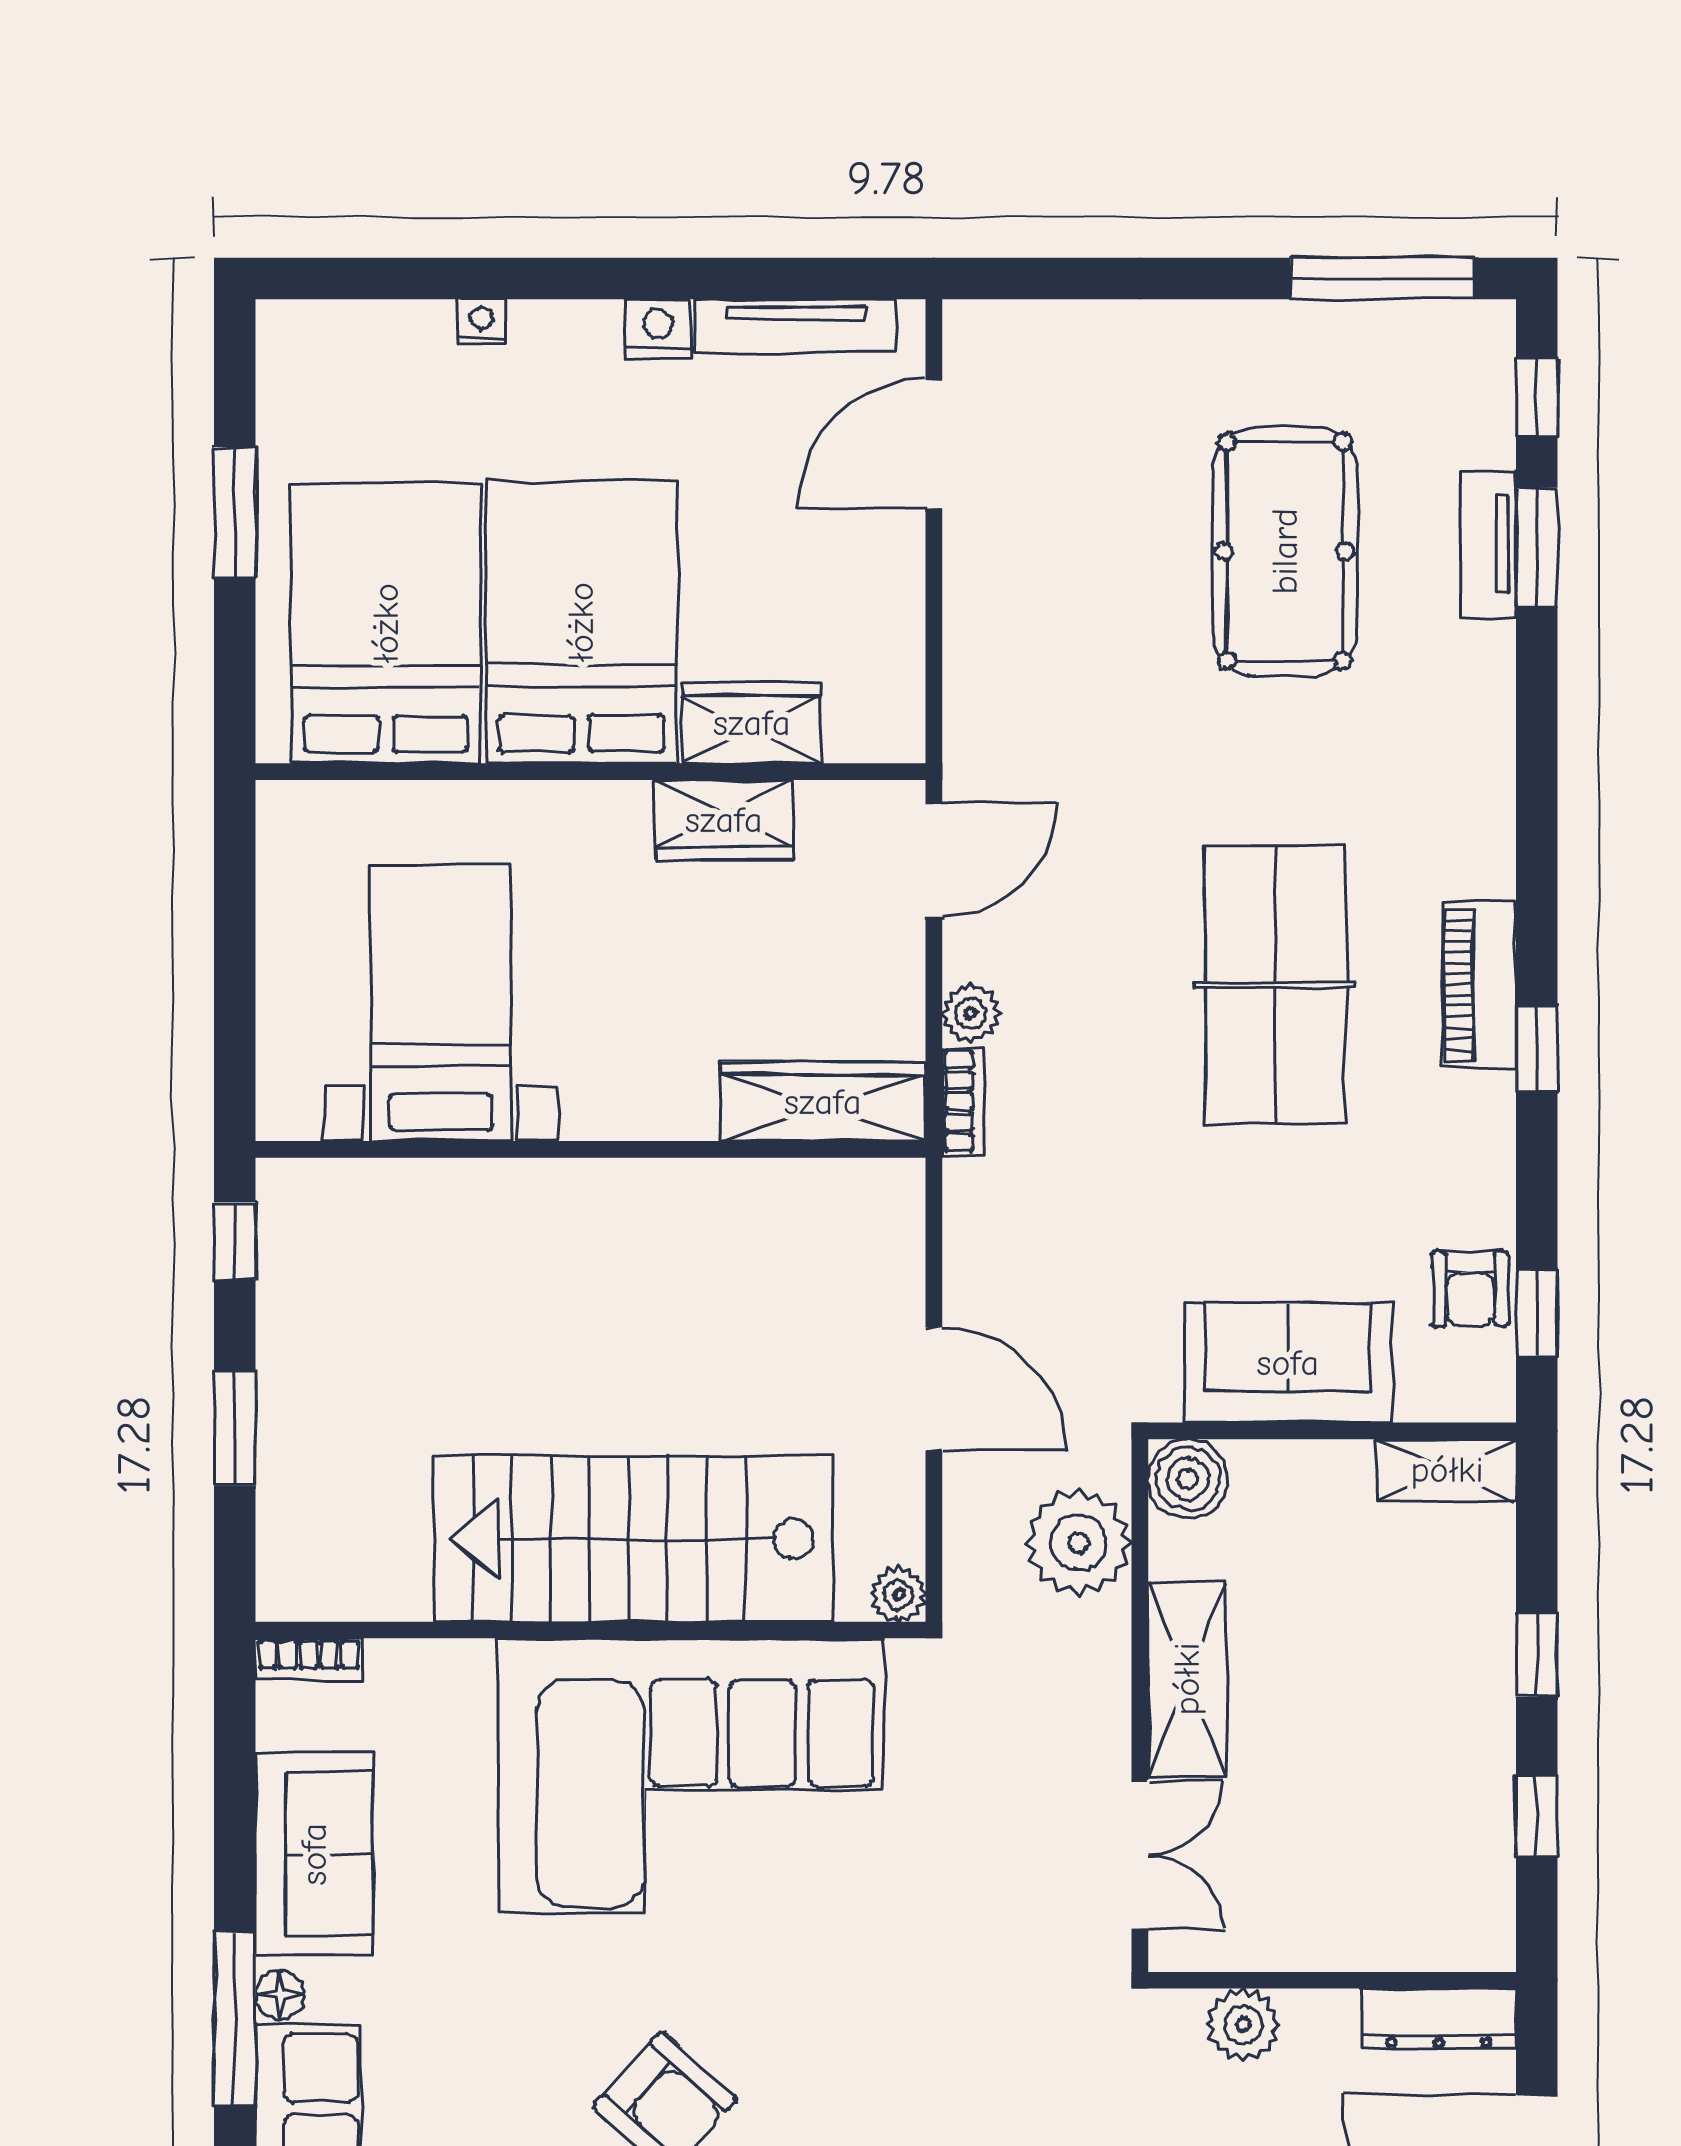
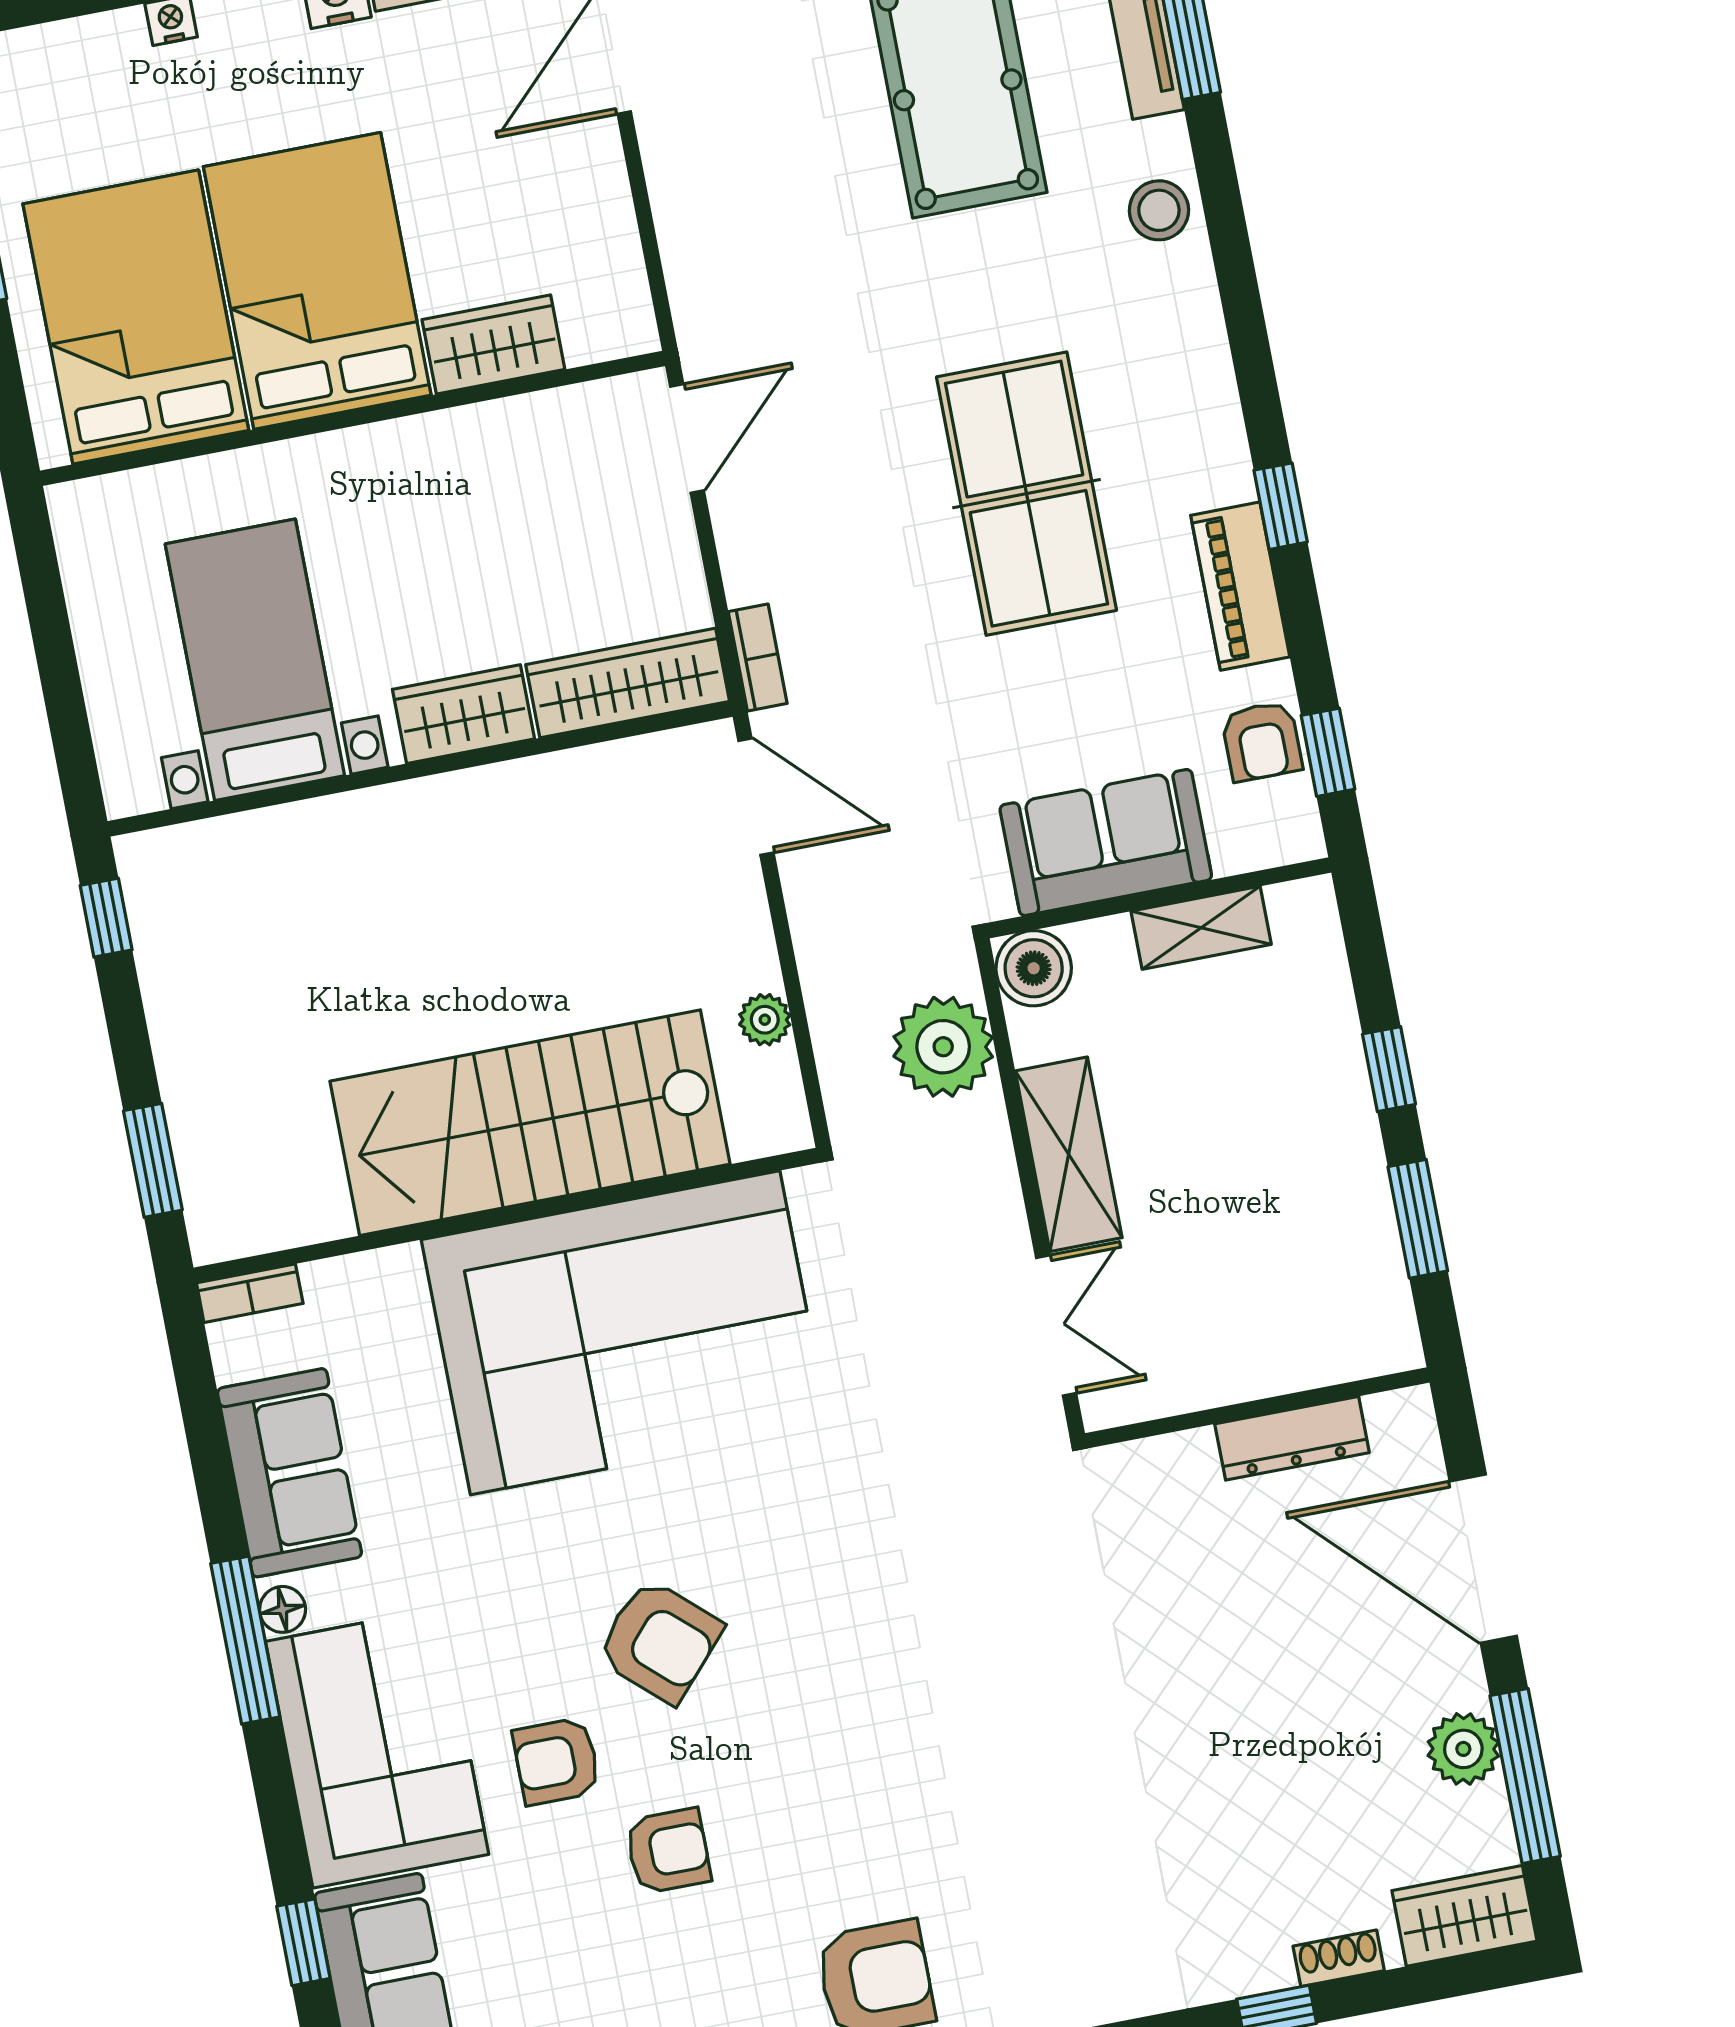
stool: (1470, 717) -> (1159, 210), added
wardrobe: (724, 820) -> (464, 714), moved, turned 180
piano: (1479, 985) -> (1240, 586), moved
plant: (971, 1013) -> (749, 575), removed
door: (934, 1389) -> (756, 797), moved
window: (235, 1428) -> (153, 1160), moved
shelving: (1447, 1470) -> (1201, 928), moved
plant: (898, 1595) -> (765, 1020), moved
window: (1537, 1816) -> (1418, 1219), width x1.50
dresser: (1439, 2019) -> (1292, 1438), moved
plant: (1243, 2025) -> (1182, 1465), removed

